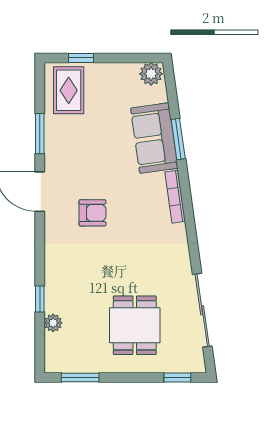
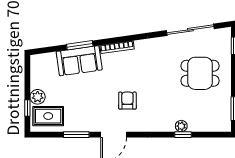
plant: (151, 74) -> (38, 97), moved
plant: (53, 323) -> (181, 126), moved

